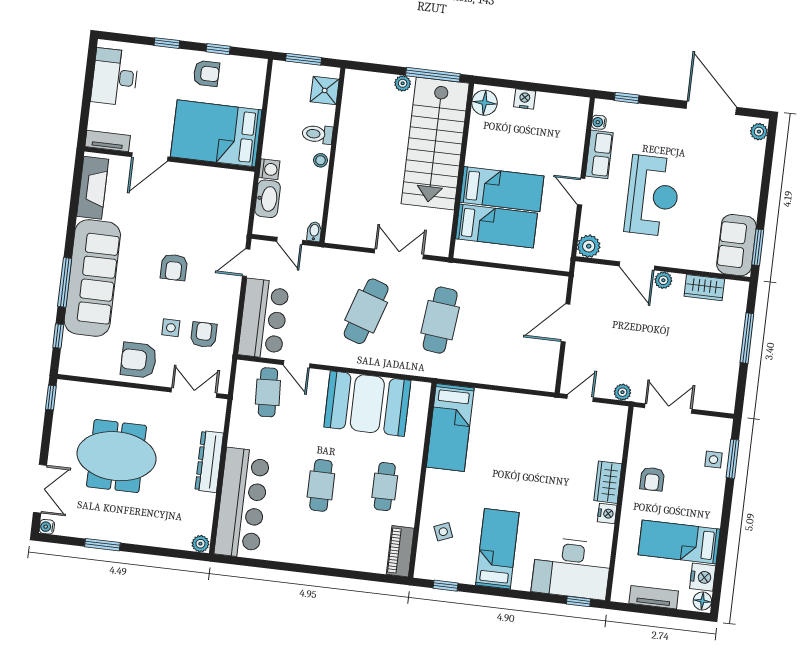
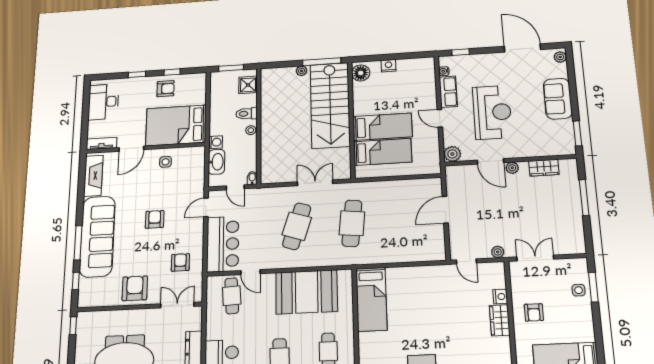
sofa: (736, 245) -> (558, 99), moved
armchair: (174, 267) -> (155, 219), turned 180
side table: (171, 328) -> (165, 162), moved
armchair: (139, 360) -> (135, 288), turned 90
door: (580, 398) -> (466, 261), swing flipped
nightstand: (607, 513) -> (500, 297), moved

